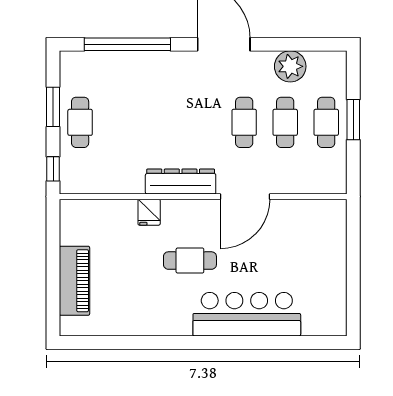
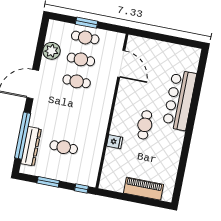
cafe table: (80, 122) -> (64, 147), moved
dresser: (181, 181) -> (31, 146), moved, turned 180
door: (245, 197) -> (121, 64), moved

